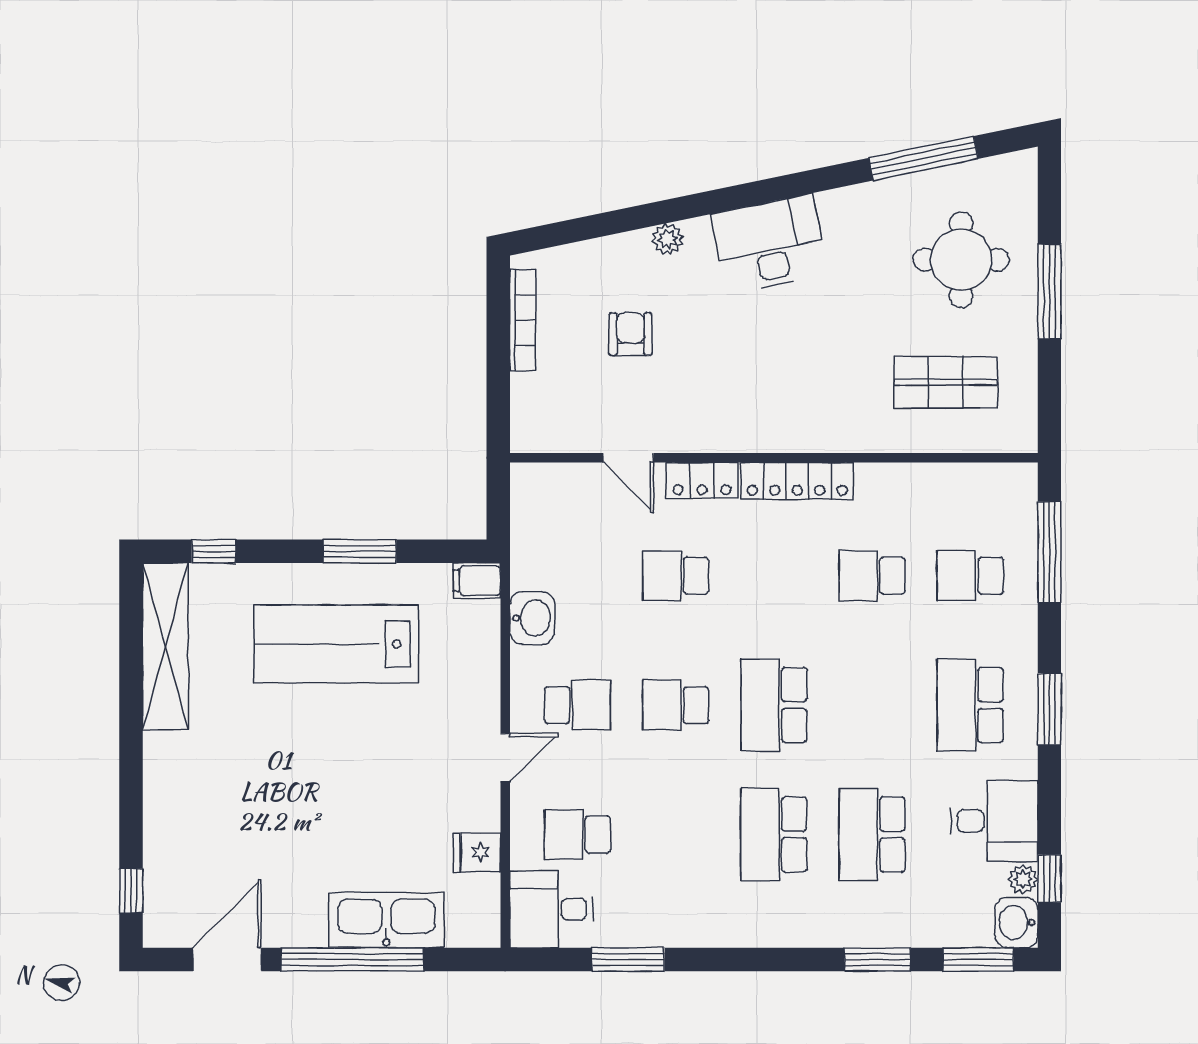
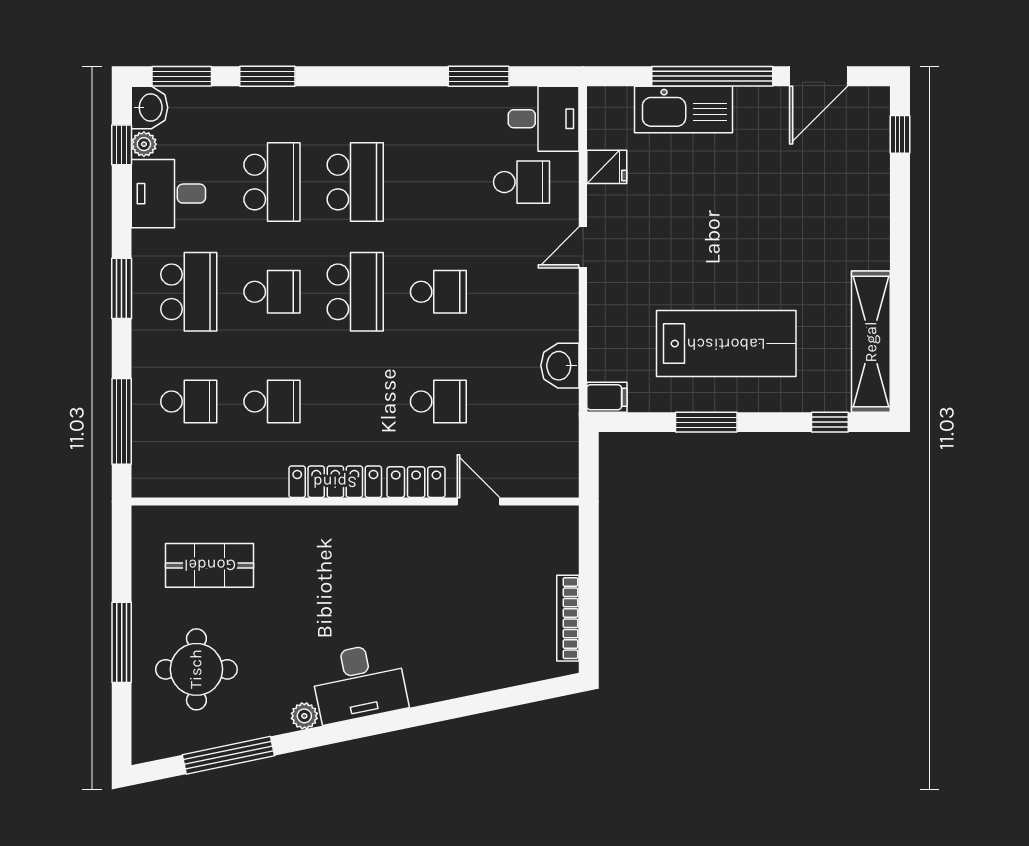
plant: (668, 239) -> (304, 716), moved
armchair: (630, 334) -> (477, 606), removed
school desk: (577, 705) -> (272, 292), moved, turned 180

